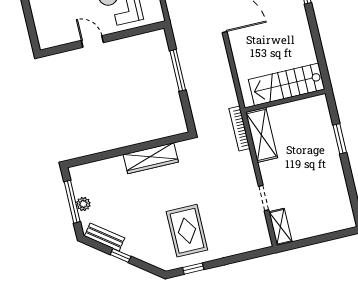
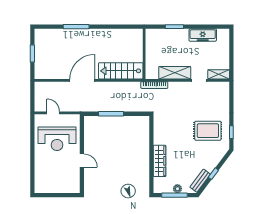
door: (92, 41) -> (82, 161), swing flipped
stairs: (287, 84) -> (121, 71), moved, turned 90
shelving: (262, 135) -> (175, 73), moved
wardrobe: (151, 158) -> (160, 161), moved
freezer: (337, 187) -> (203, 35), added

